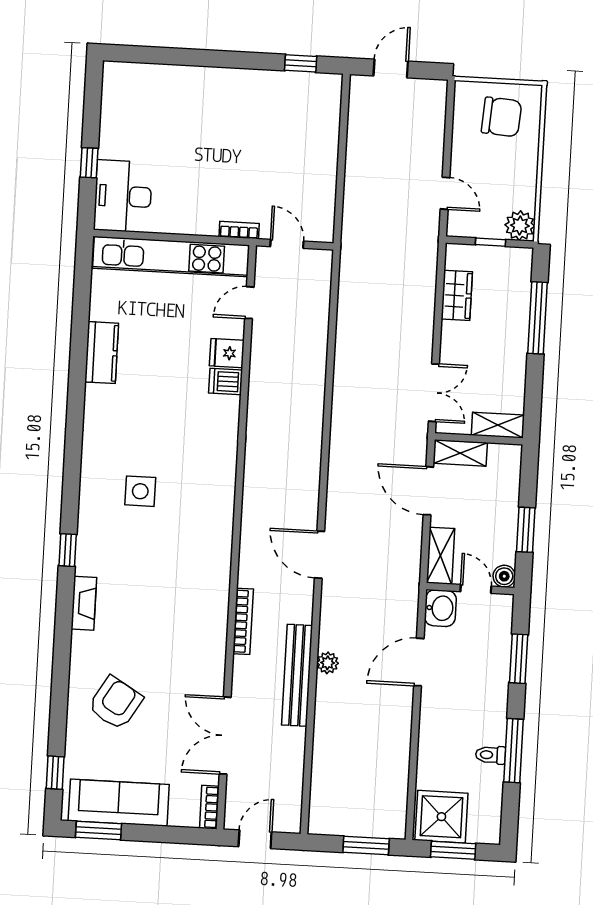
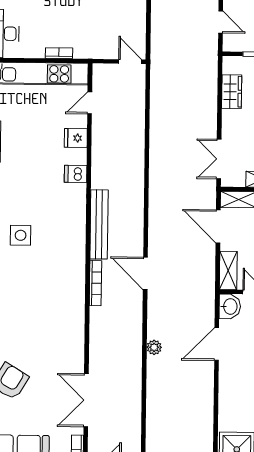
bookcase: (239, 230) -> (59, 53), moved
door: (287, 244) -> (130, 62), moved
dishwasher: (226, 382) -> (76, 174), moved
double door: (434, 393) -> (219, 159), swing flipped
bookcase: (243, 621) -> (95, 283), moved
bench: (297, 675) -> (99, 224), moved

